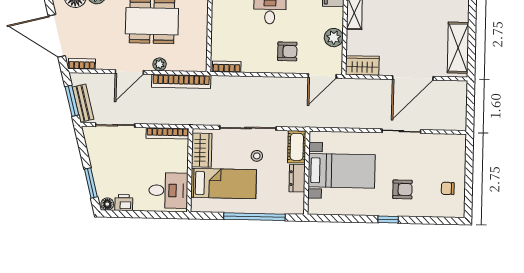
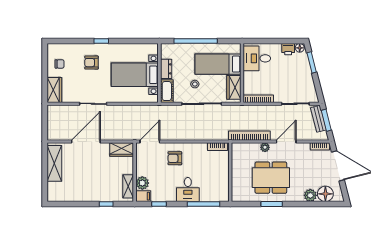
plant: (334, 38) -> (142, 183), moved
wardrobe: (456, 152) -> (54, 90), added

